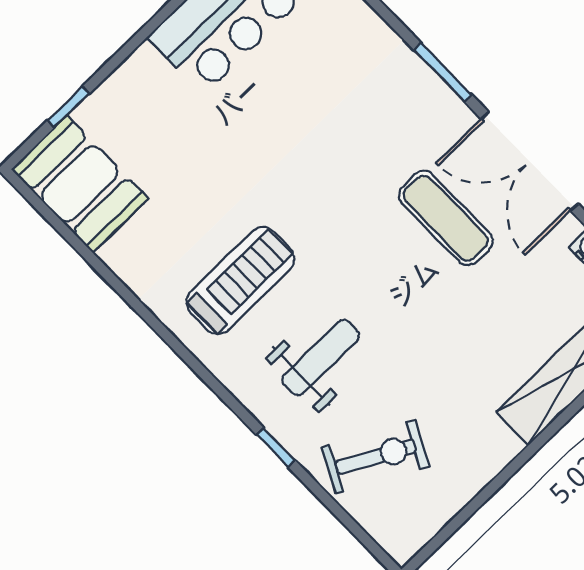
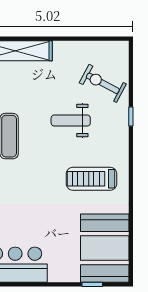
booth: (80, 184) -> (105, 248), width x1.36, depth x1.42
weight bench: (321, 358) -> (71, 120), moved

